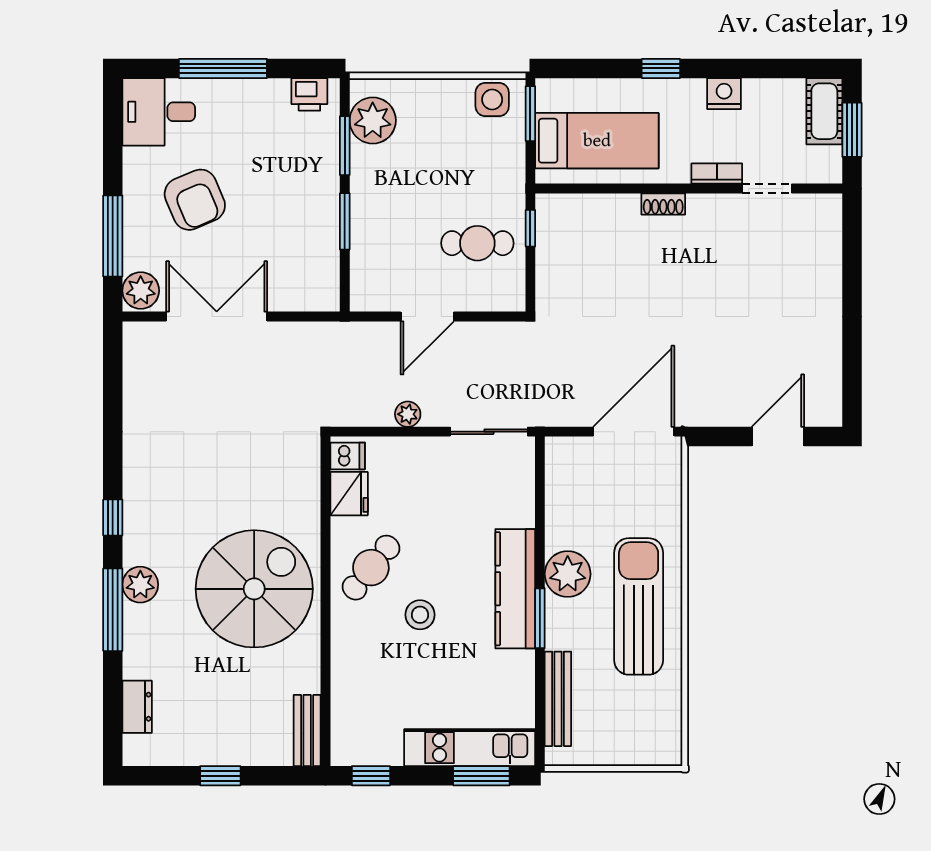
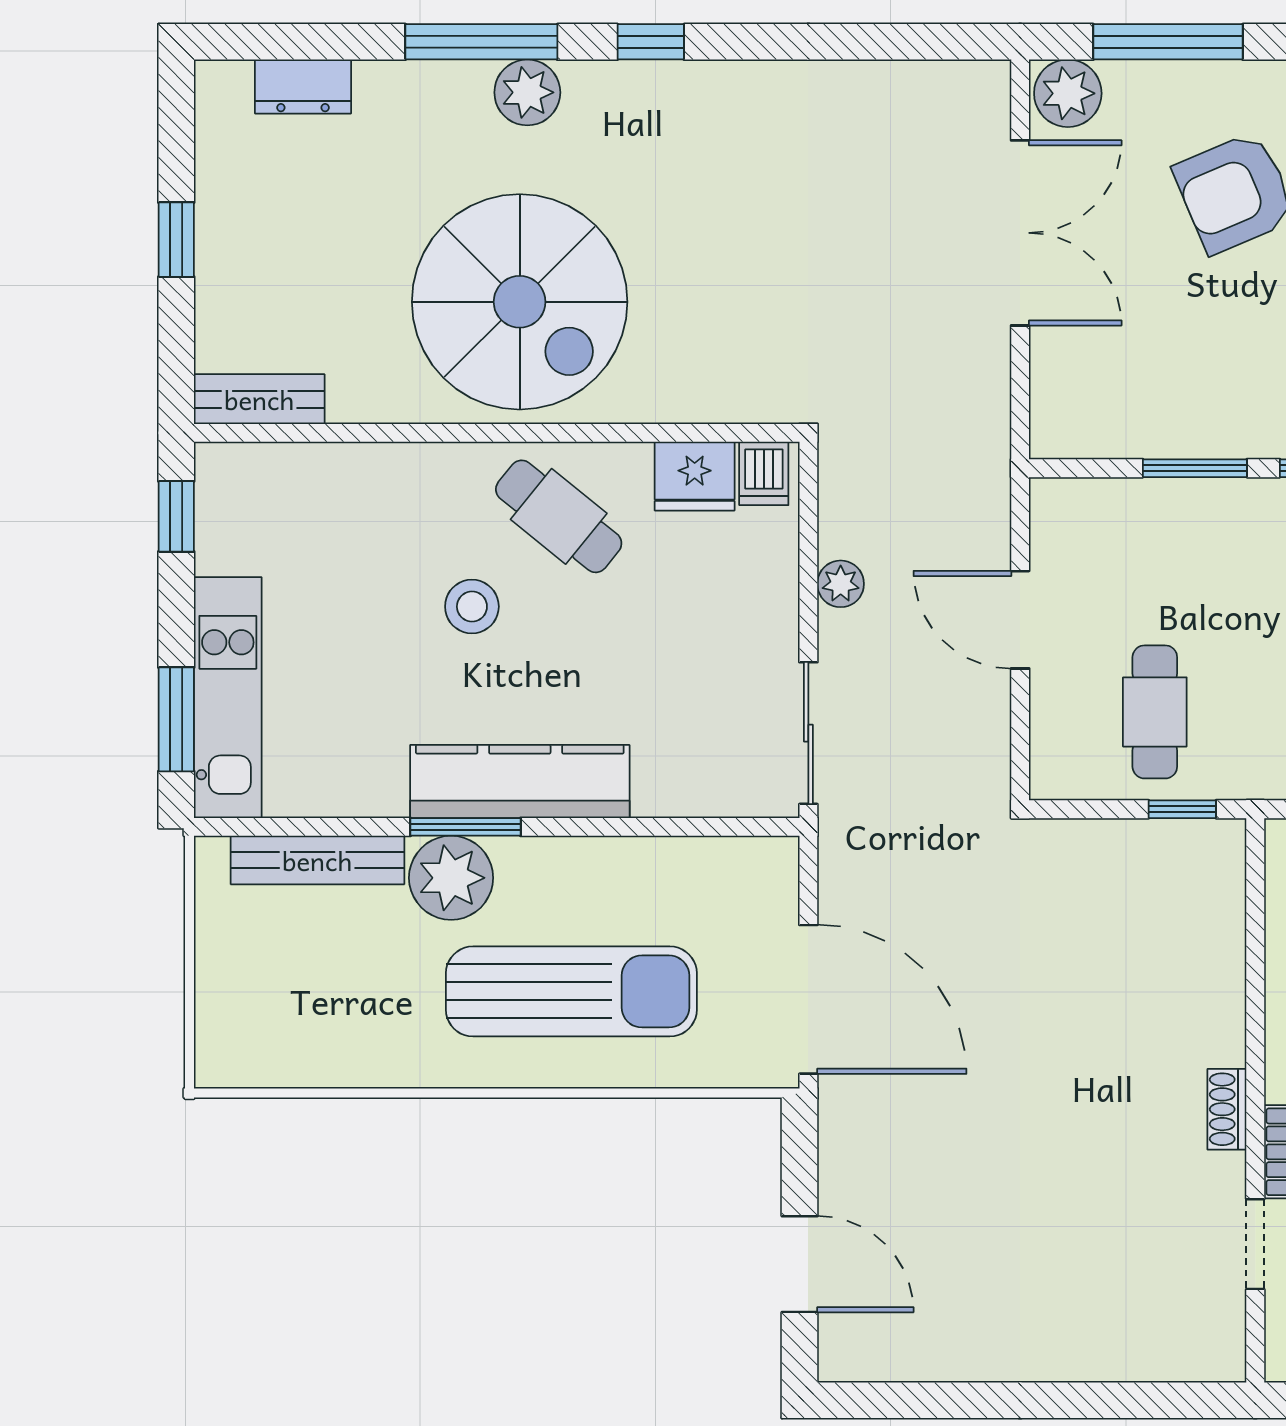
shoe rack: (663, 204) -> (1227, 1109), moved
plant: (568, 574) -> (451, 878), moved
sun lounger: (639, 606) -> (571, 991), moved

